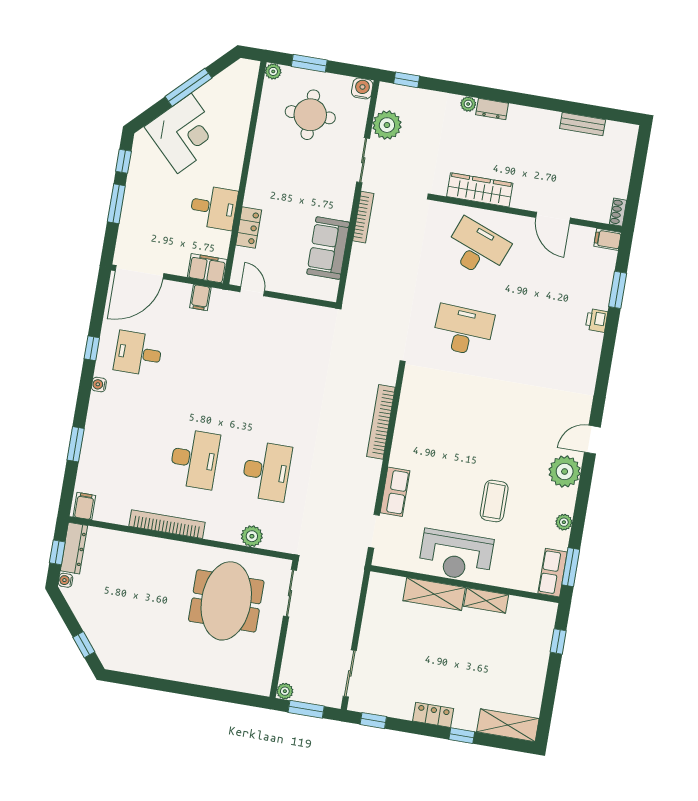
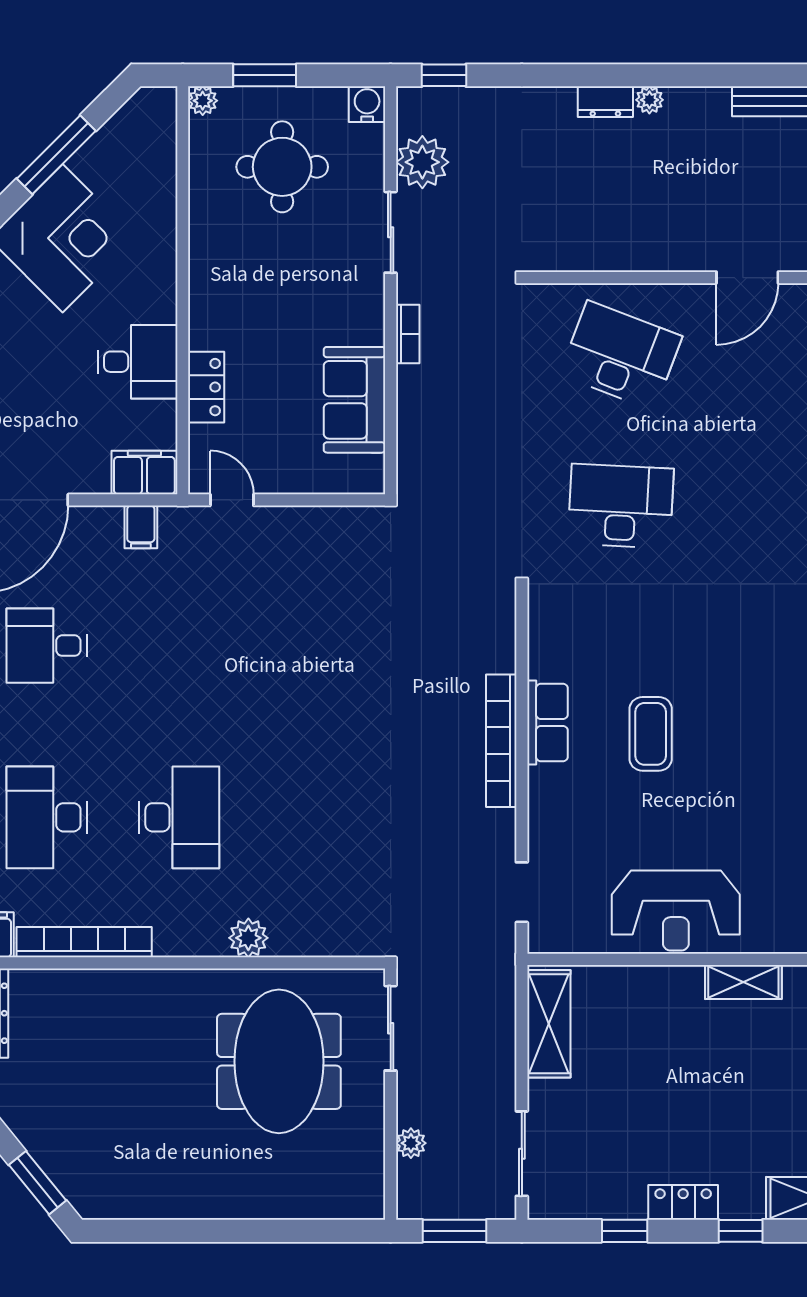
plant: (468, 104) -> (649, 100), moved
wardrobe: (480, 190) -> (608, 250), removed
bookcase: (363, 217) -> (408, 334), width x0.64
door: (553, 218) -> (747, 278), hinge flipped
bookcase: (381, 422) -> (501, 741), moved
desk: (266, 471) -> (47, 817), moved, turned 180
row of seats: (395, 492) -> (547, 723), moved
coffee table: (494, 501) -> (651, 734), moved
bookcase: (167, 524) -> (84, 942), moved
plant: (252, 536) -> (248, 938), moved
shelving: (434, 594) -> (549, 1024), moved, turned 90
window: (84, 645) -> (38, 1183), width x1.50
plant: (285, 691) -> (411, 1143), moved
window: (373, 721) -> (625, 1231), moved

